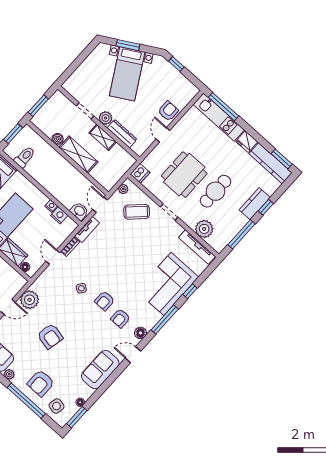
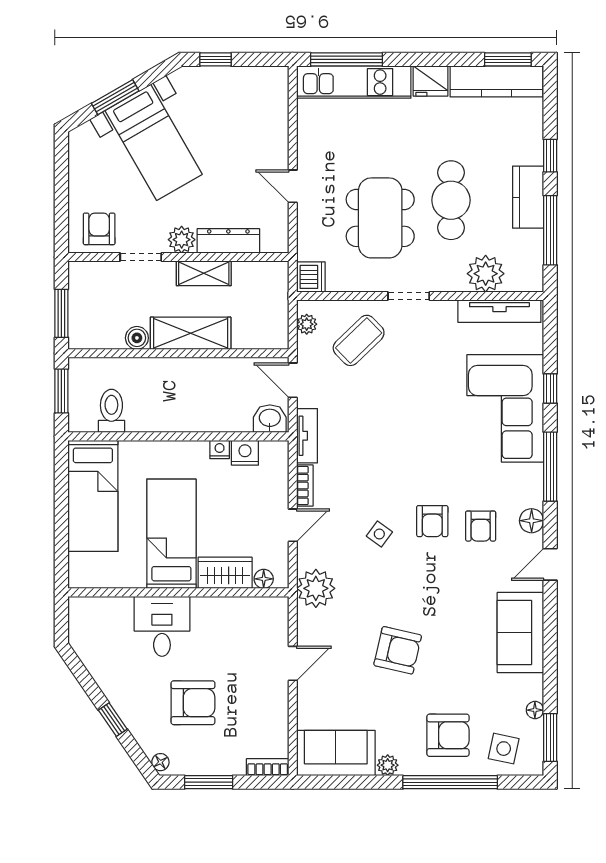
armchair: (168, 111) -> (99, 229), moved
kitchen counter: (255, 204) -> (528, 197), moved
door: (53, 257) -> (293, 525), swing flipped
plant: (30, 300) -> (316, 588), moved
armchair: (41, 383) -> (448, 735), turned -90

